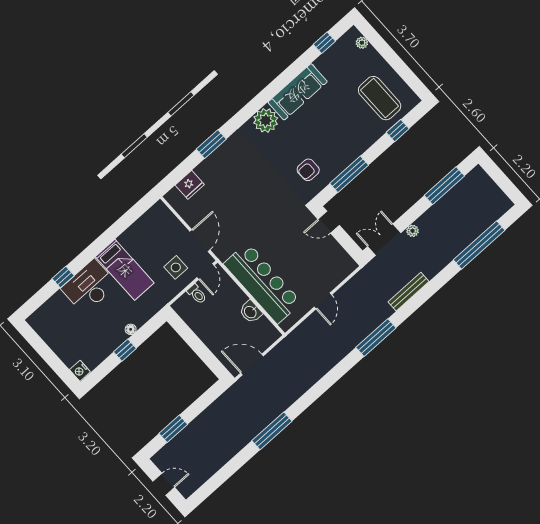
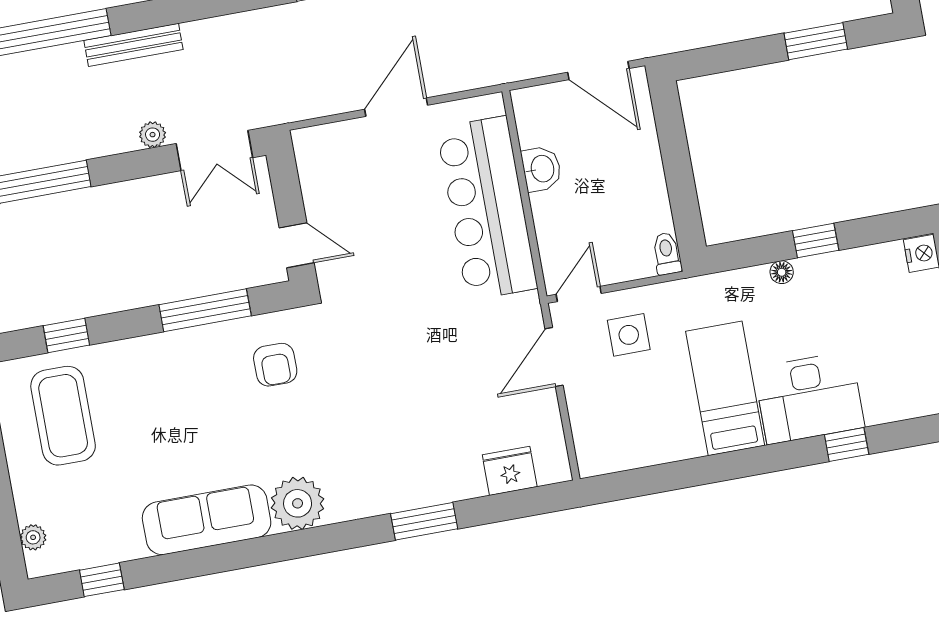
armchair: (308, 170) -> (275, 365), turned 90
bench: (408, 292) -> (133, 45), moved
toilet: (197, 294) -> (667, 254), moved
door: (323, 301) -> (396, 107), width x1.38

